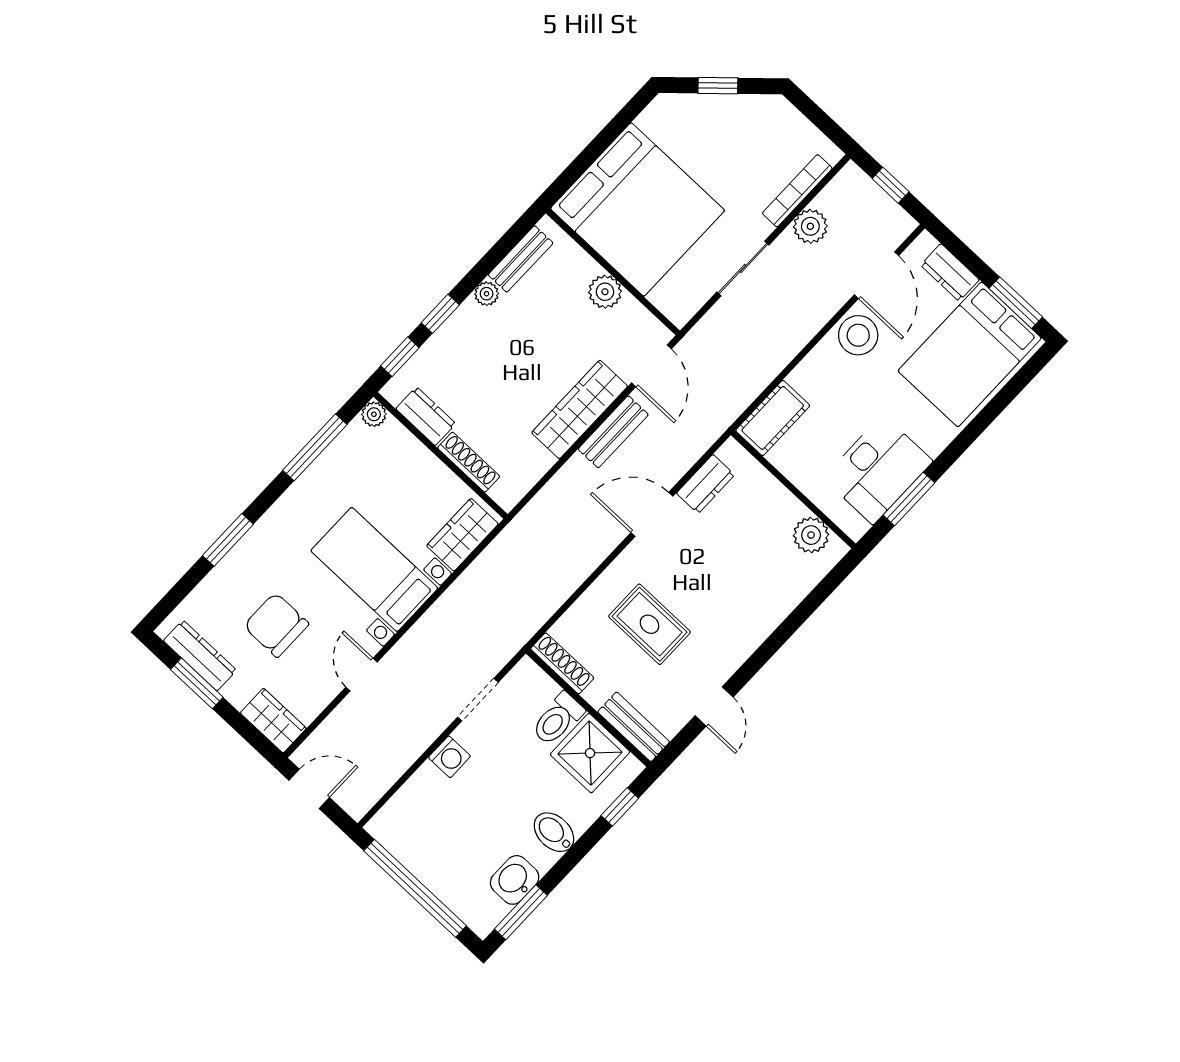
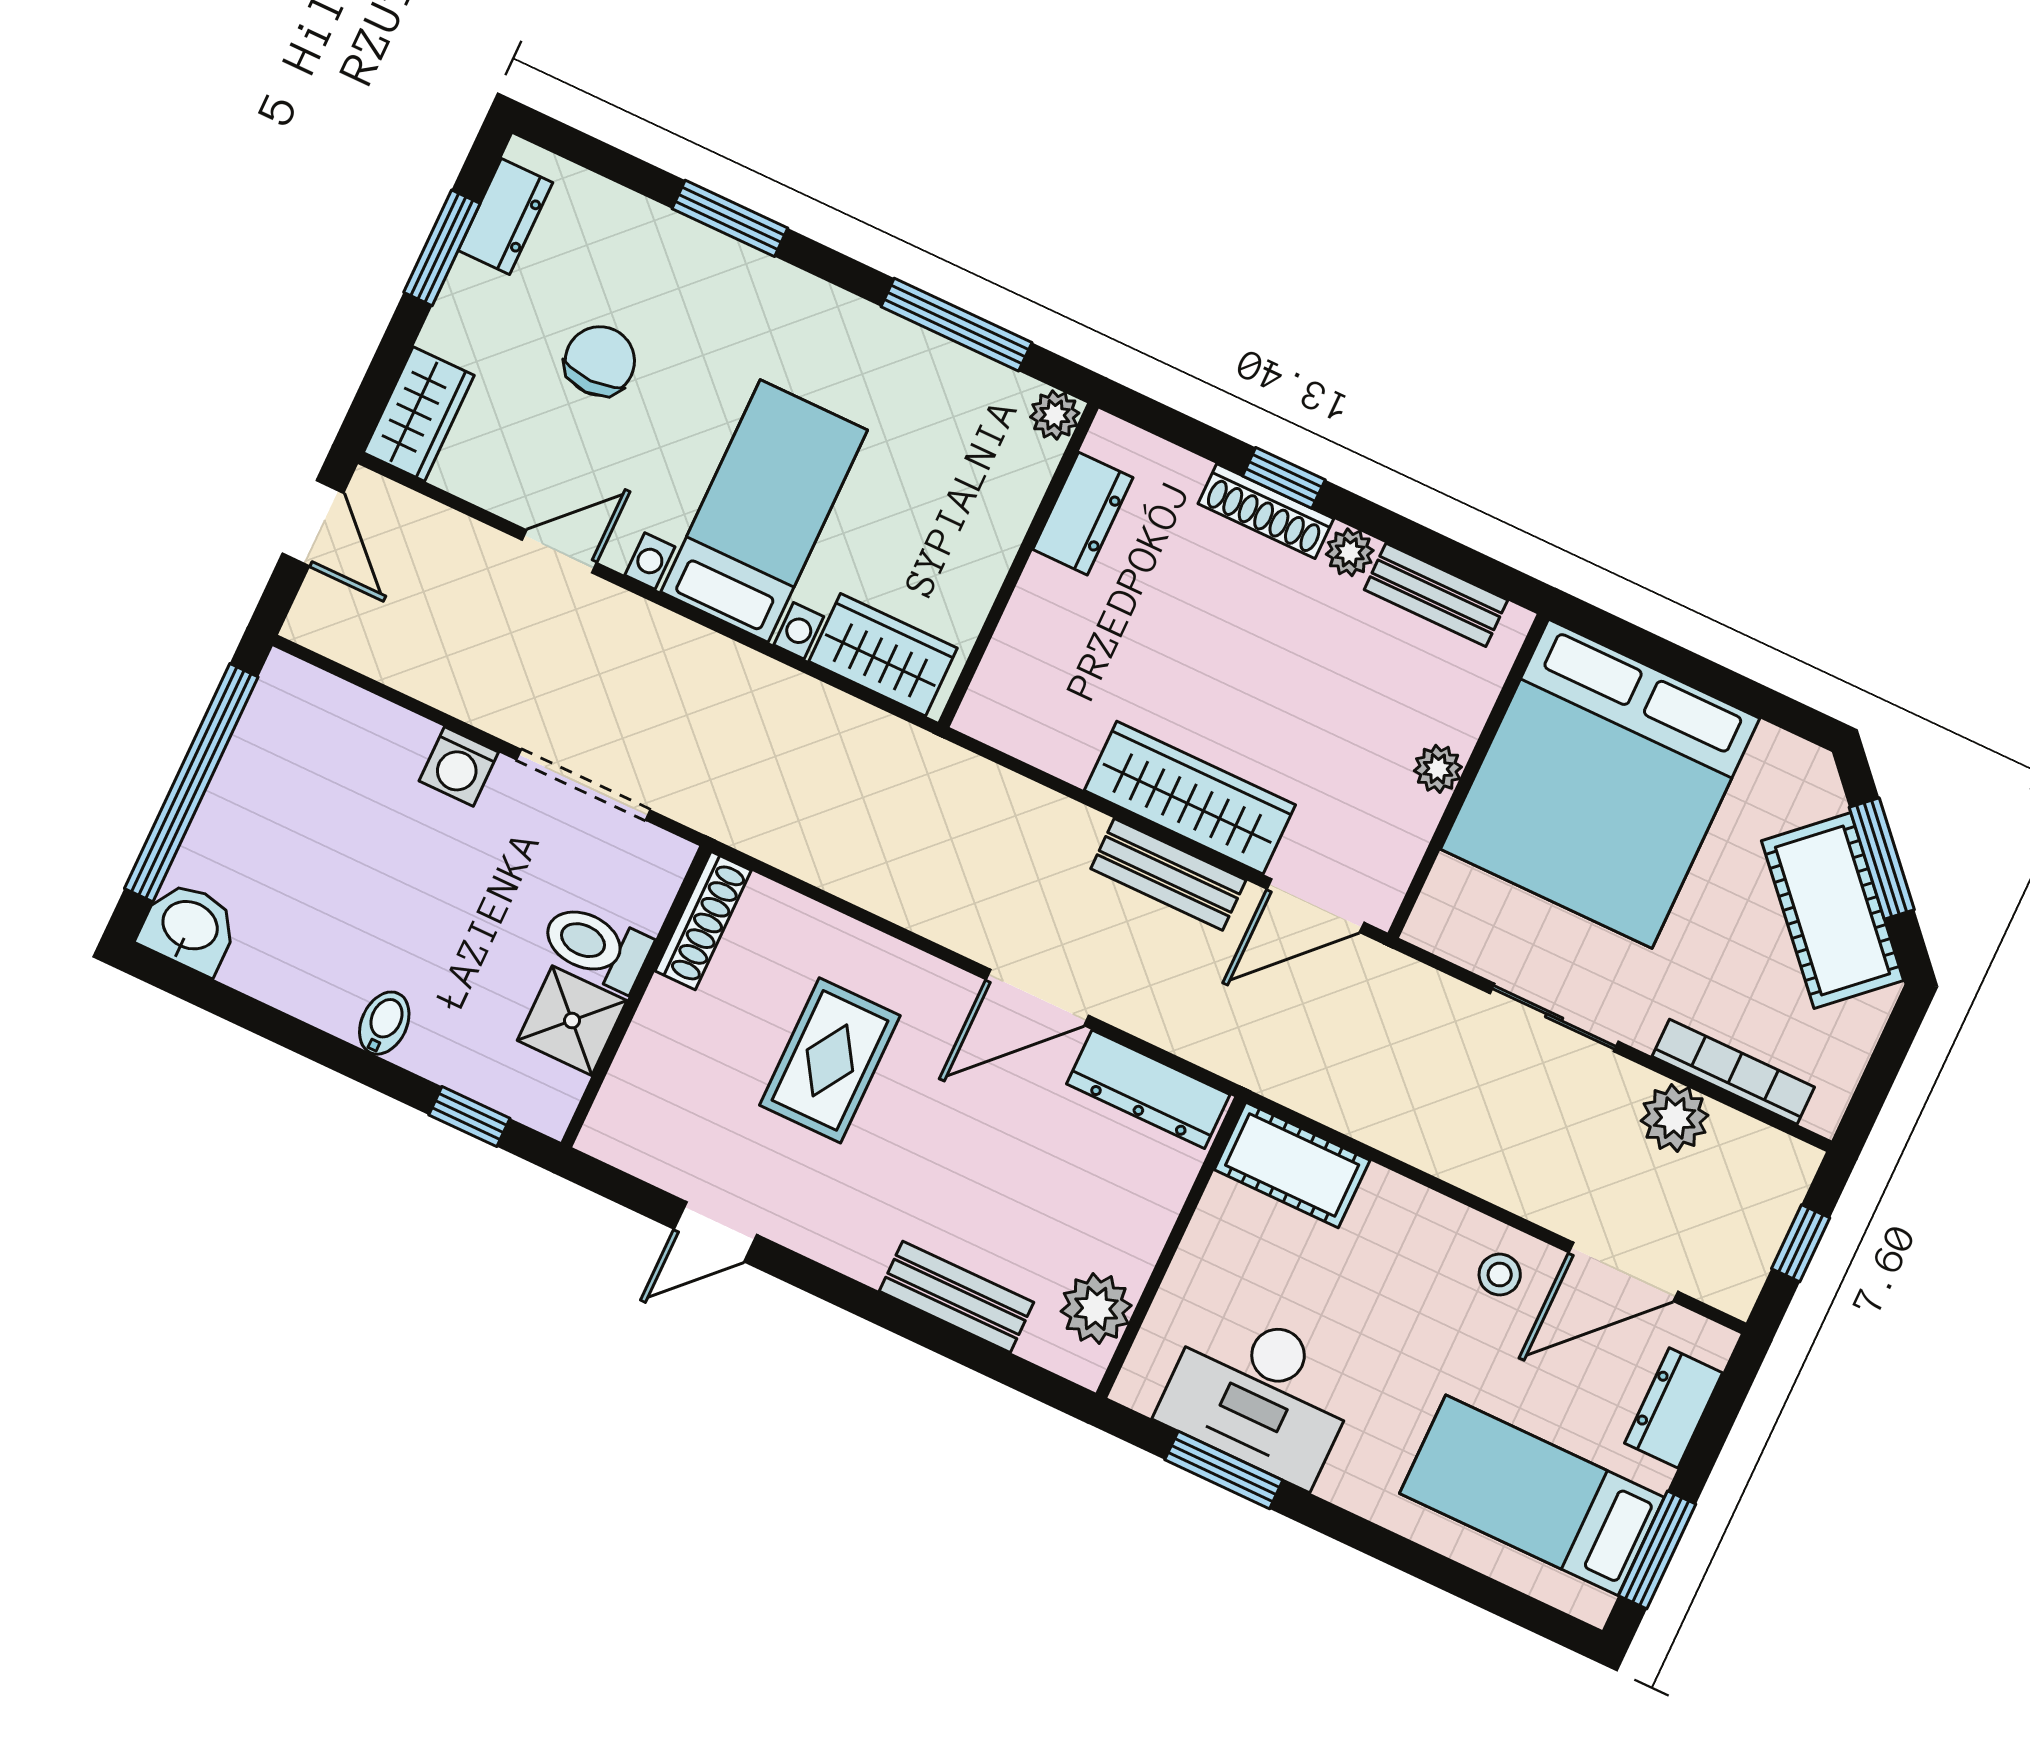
window: (718, 86) -> (1882, 859), width x1.50
cot: (735, 118) -> (1832, 911), added
plant: (605, 292) -> (1438, 769), width x0.73, depth x0.73
stool: (858, 335) -> (1500, 1275), width x0.53, depth x0.53
bed: (970, 354) -> (1532, 1495), width x0.67
window: (400, 357) -> (1178, 429), removed
shoe rack: (469, 462) -> (1266, 511), moved, turned 90
dresser: (706, 484) -> (1148, 1089), width x1.44
door: (652, 514) -> (1037, 997), swing flipped
chair: (276, 625) -> (600, 361), width x0.73, depth x0.73
dresser: (200, 655) -> (505, 217), width x0.70
doorway: (478, 700) -> (583, 785), width x1.38
bench: (634, 727) -> (956, 1297), moved, turned 90
shower: (590, 753) -> (572, 1021), width x0.73, depth x0.73
bidet: (554, 832) -> (384, 1023), width x0.72, depth x0.74
washbasin: (515, 880) -> (189, 927), moved
window: (521, 912) -> (211, 996), removed

